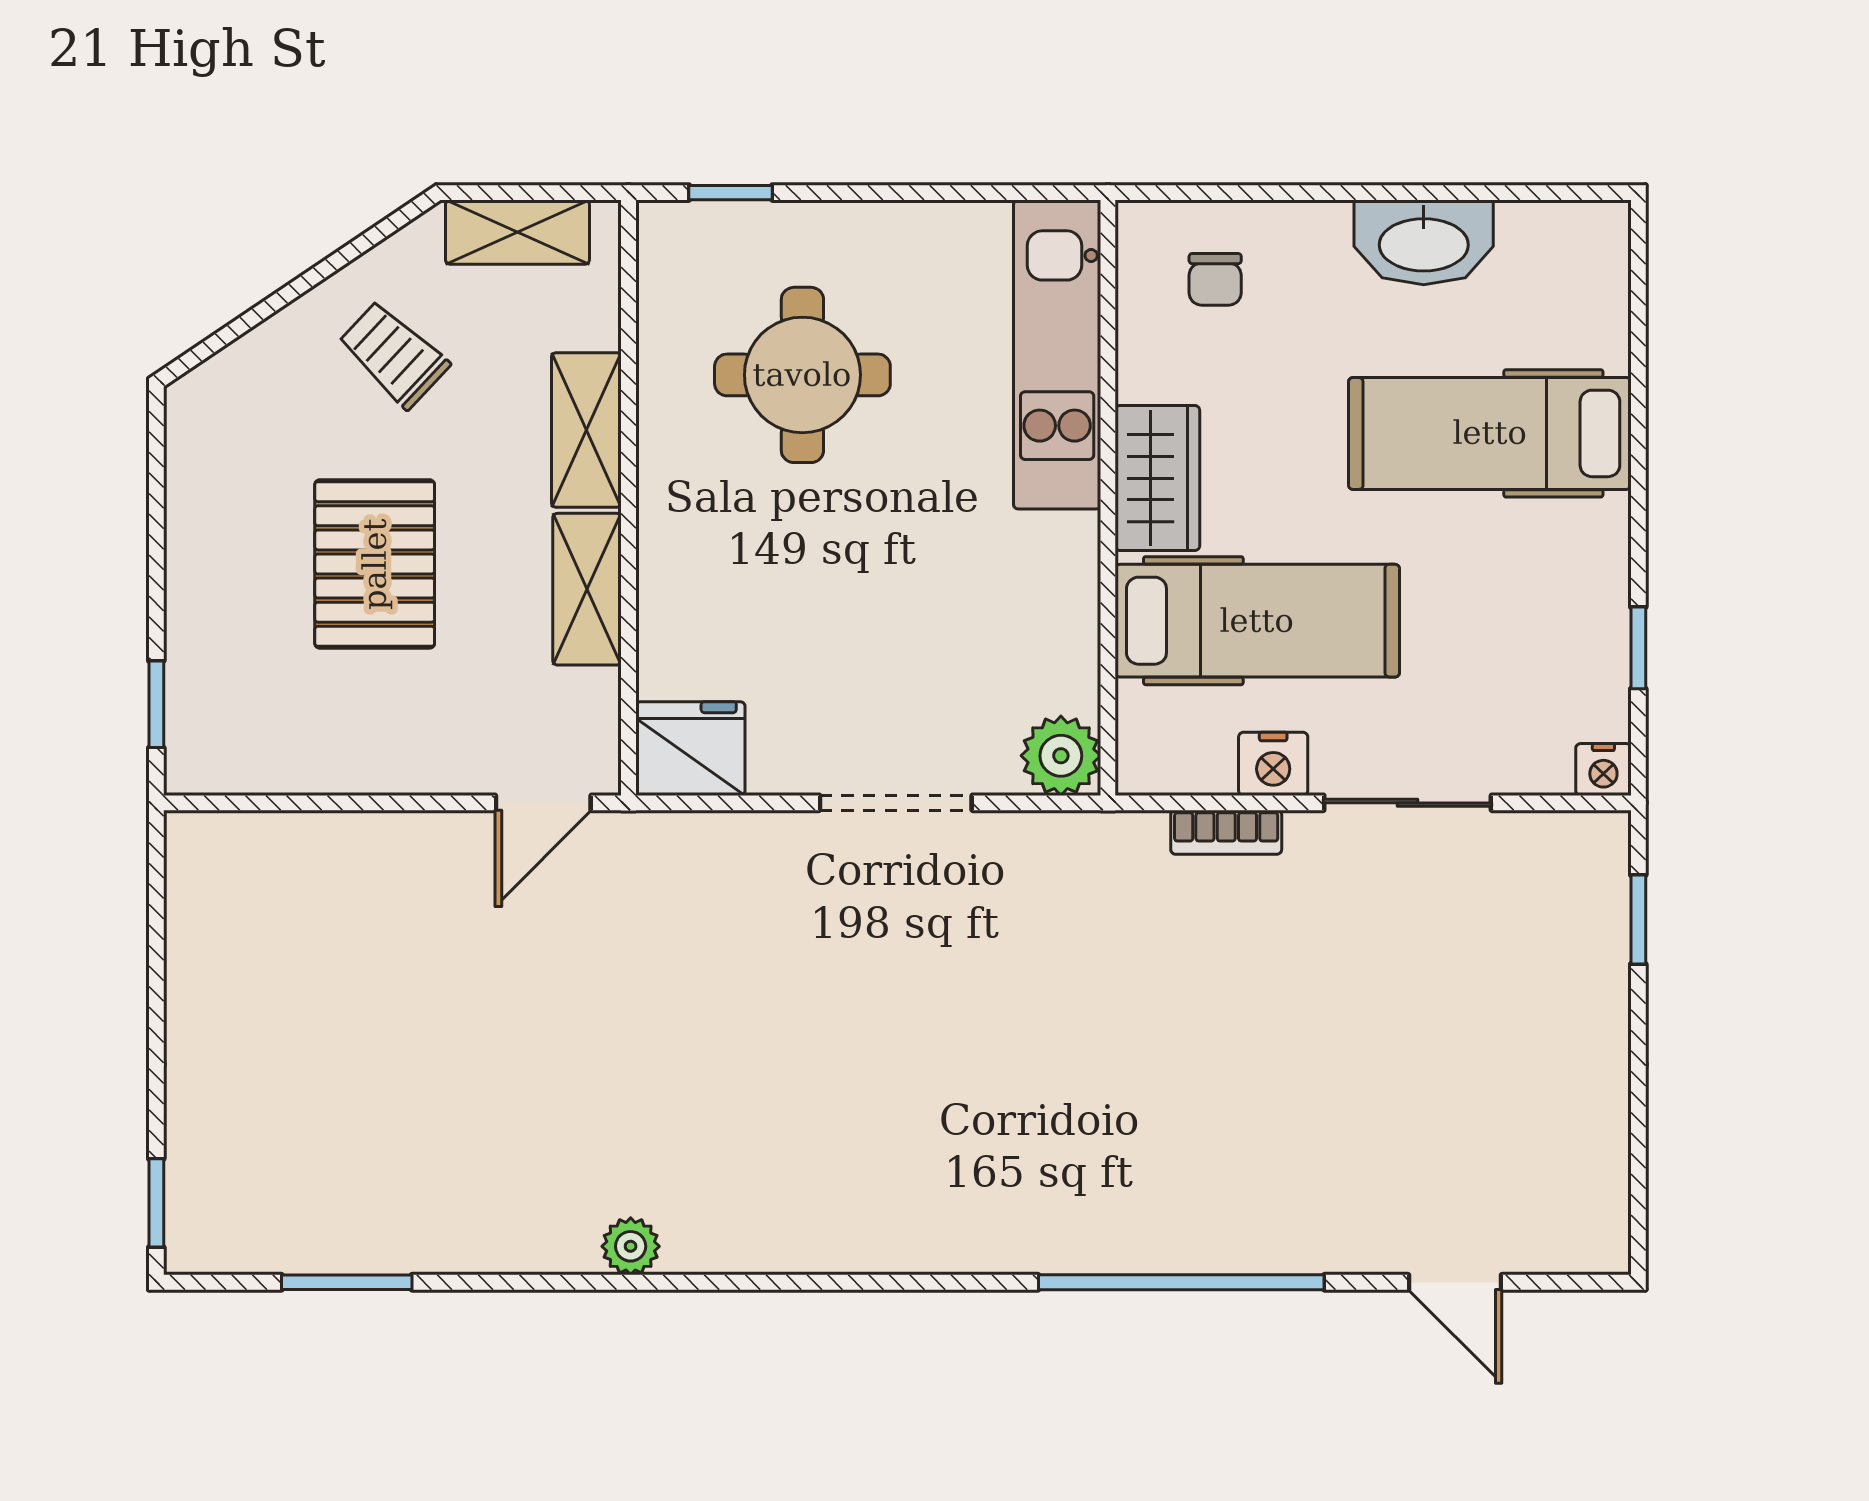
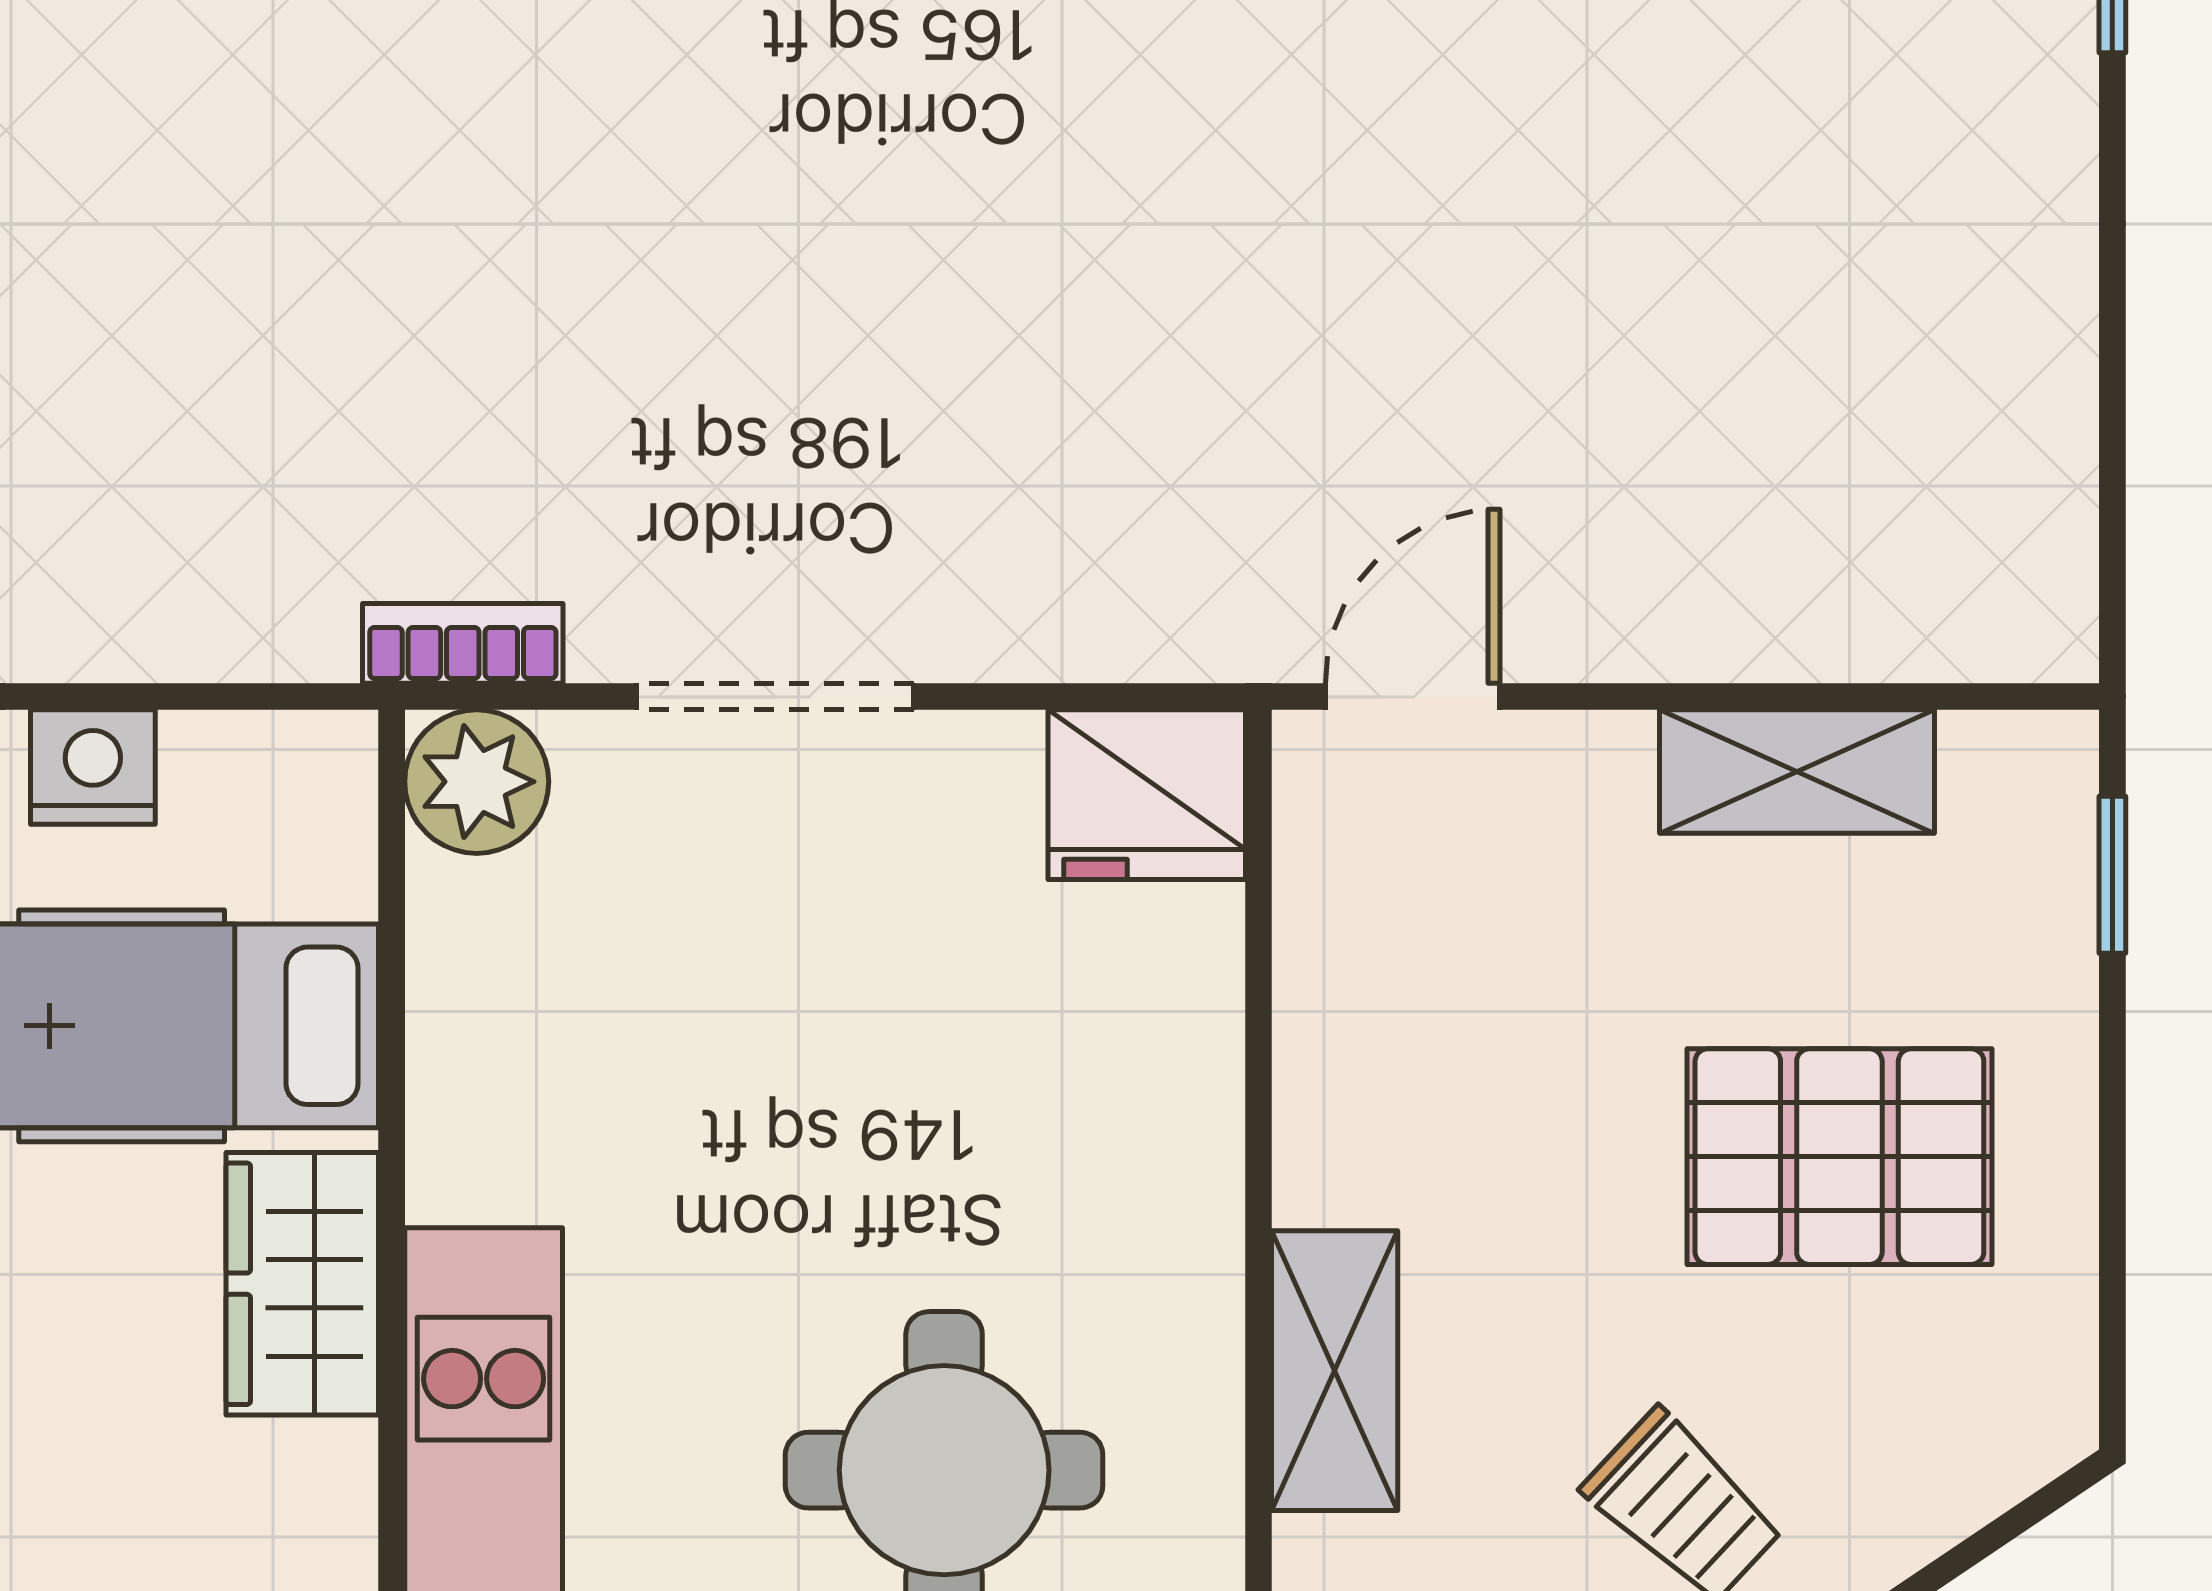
pallet: (375, 564) -> (1839, 1157), moved, turned 90
shelving: (587, 589) -> (1797, 771), moved, turned 90
bookcase: (1226, 832) -> (463, 643), moved

